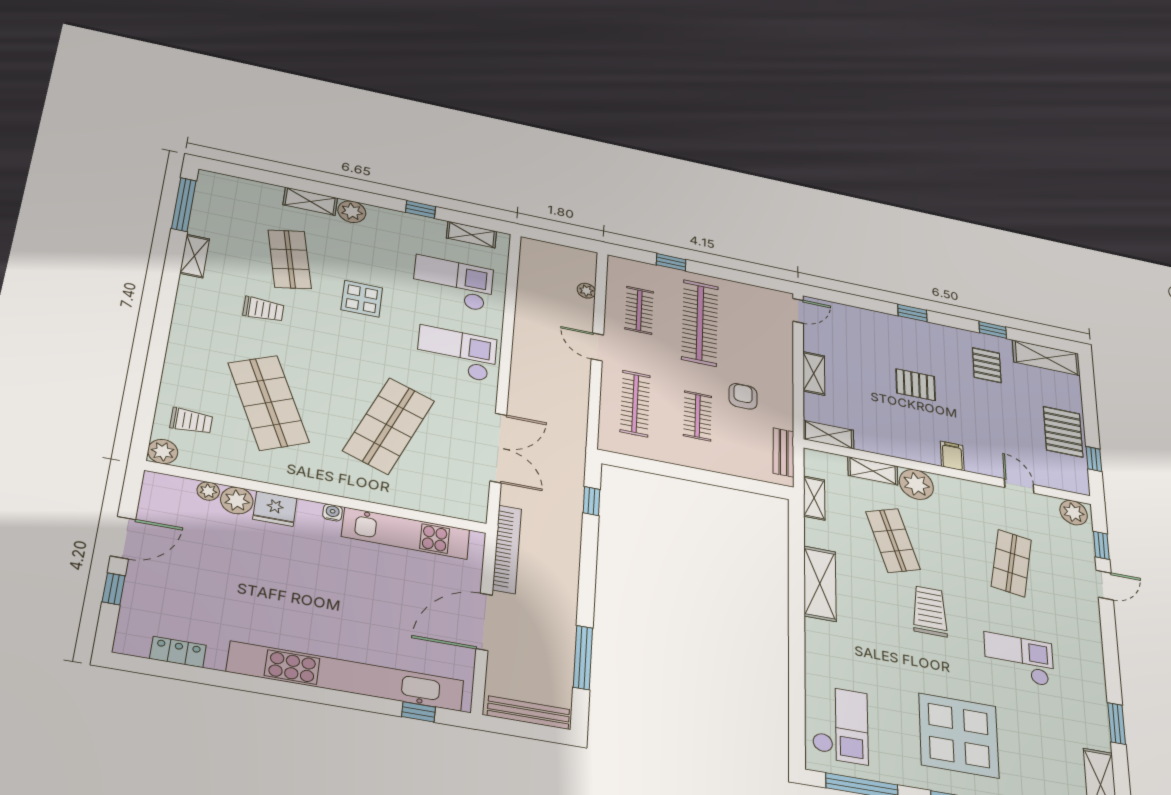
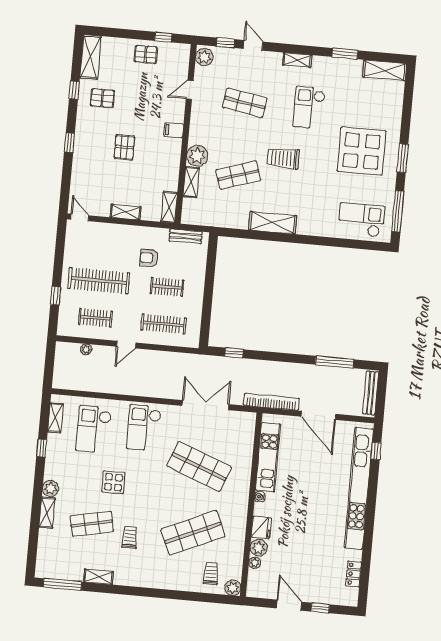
pallet: (1063, 432) -> (146, 54), width x0.67, depth x0.71
shelving: (814, 498) -> (297, 60), moved

